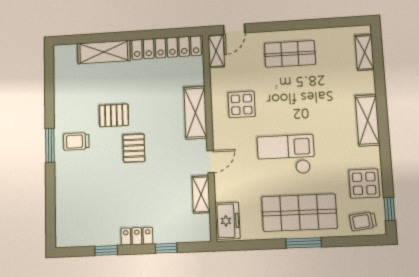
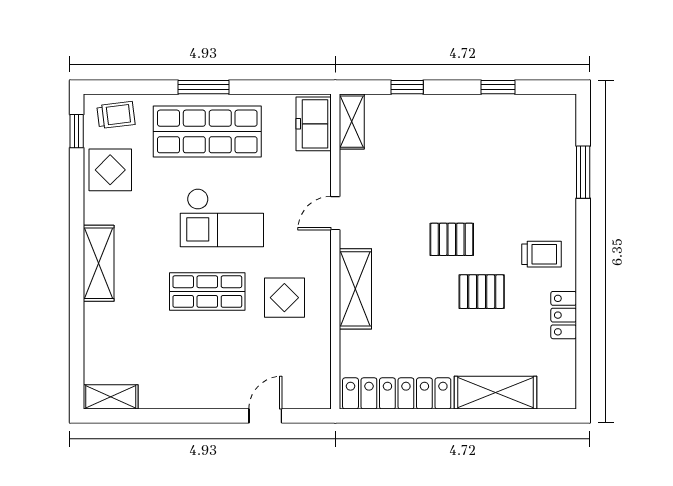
door: (234, 29) -> (265, 416), moved
shelving: (216, 51) -> (320, 383), removed
shelving: (365, 52) -> (111, 397), moved, turned 90
shop shelf: (290, 54) -> (207, 292), moved
window: (50, 145) -> (583, 172), moved
pallet: (134, 148) -> (452, 239), turned 90
shelving: (201, 194) -> (352, 122), moved
locker: (137, 236) -> (564, 315), moved, turned 90

